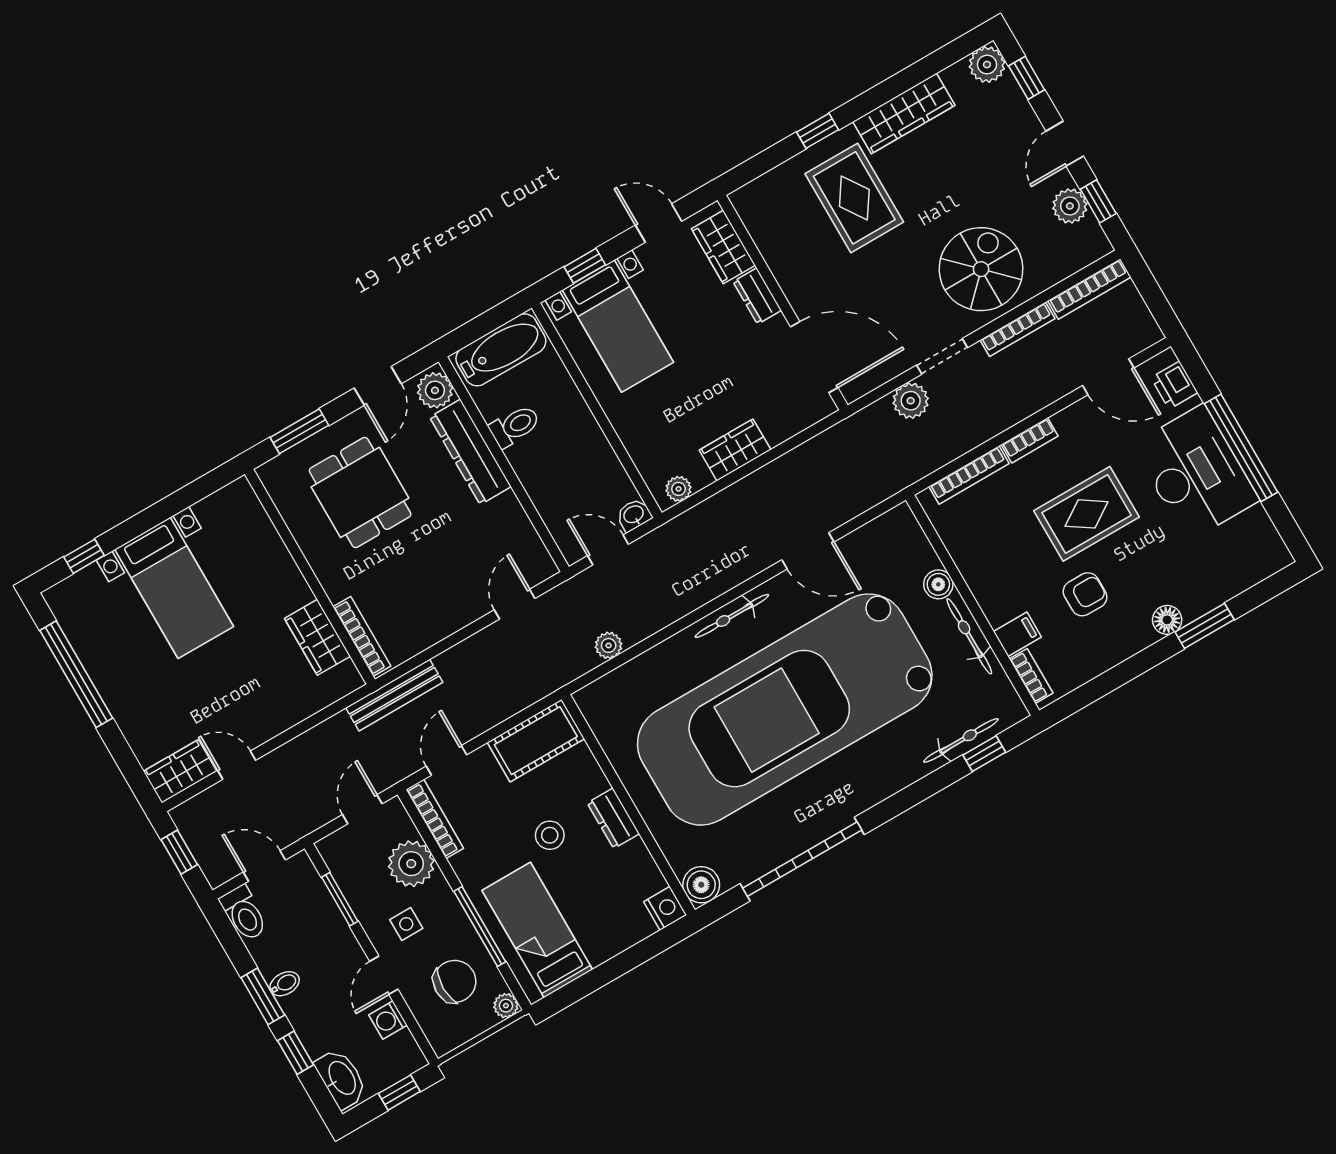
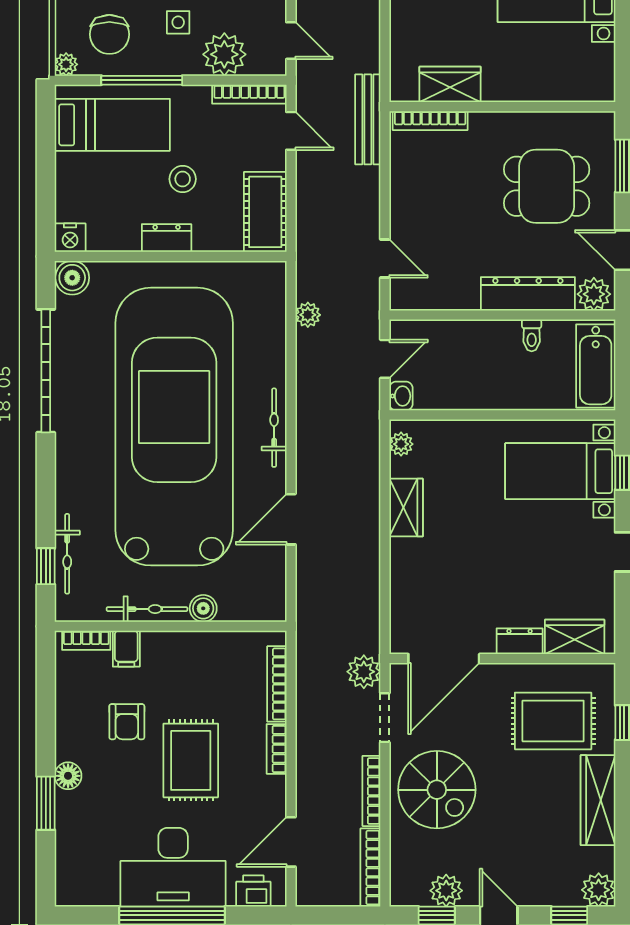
wardrobe: (723, 247) -> (575, 637), moved
dresser: (757, 296) -> (520, 641), moved
wall: (783, 303) -> (502, 659), moved
door: (814, 357) -> (444, 659), moved
toilet: (515, 426) -> (532, 335), width x0.73, depth x0.72

